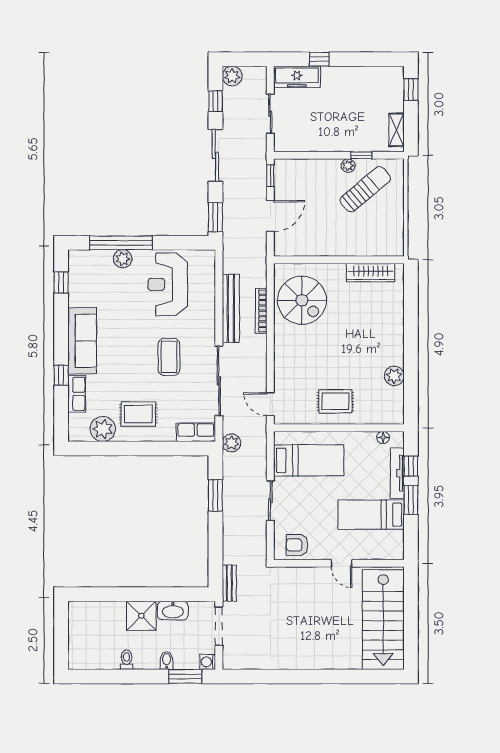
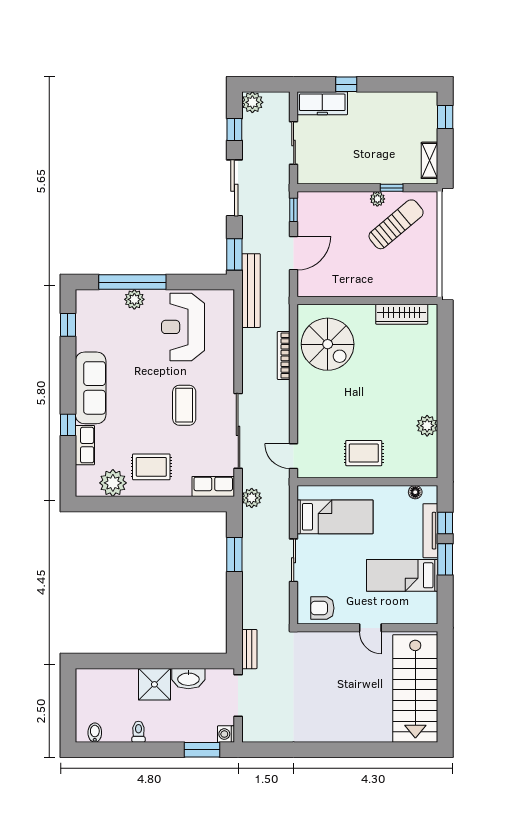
bench: (231, 308) -> (251, 291), moved
bidet: (167, 660) -> (95, 733), moved

